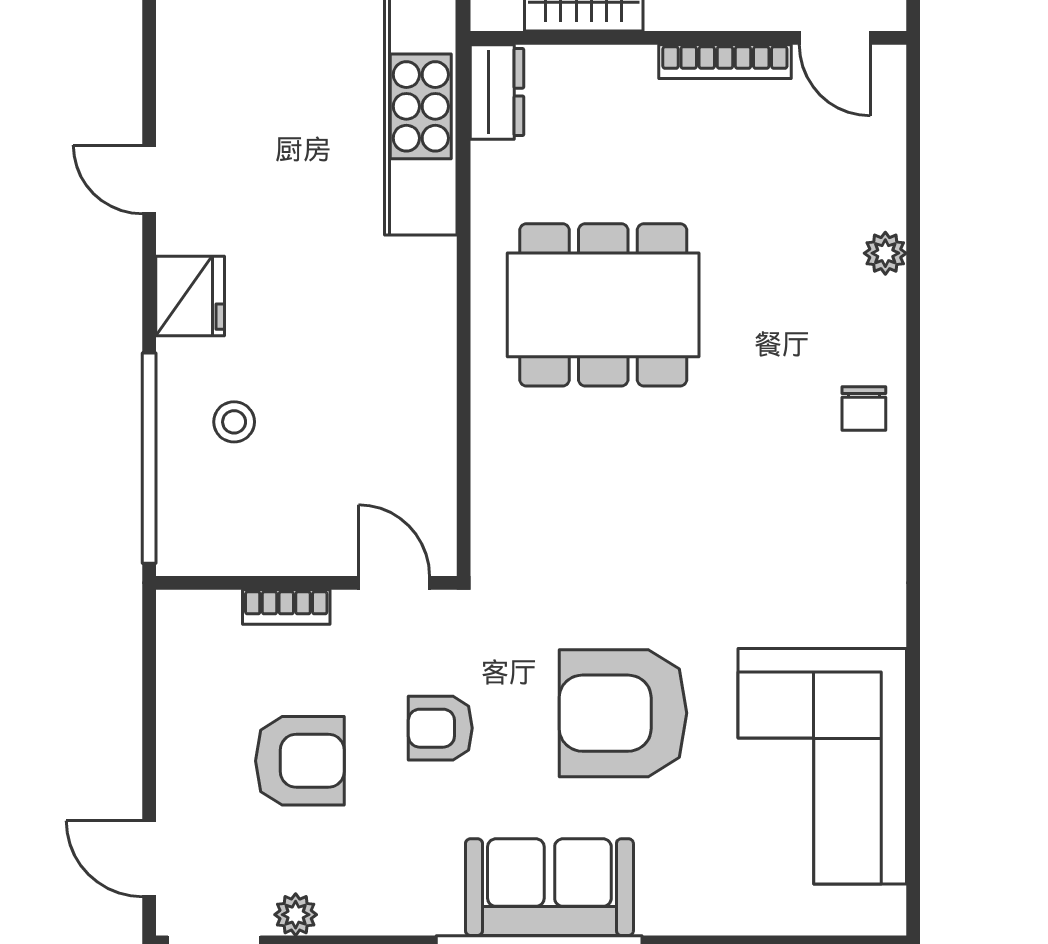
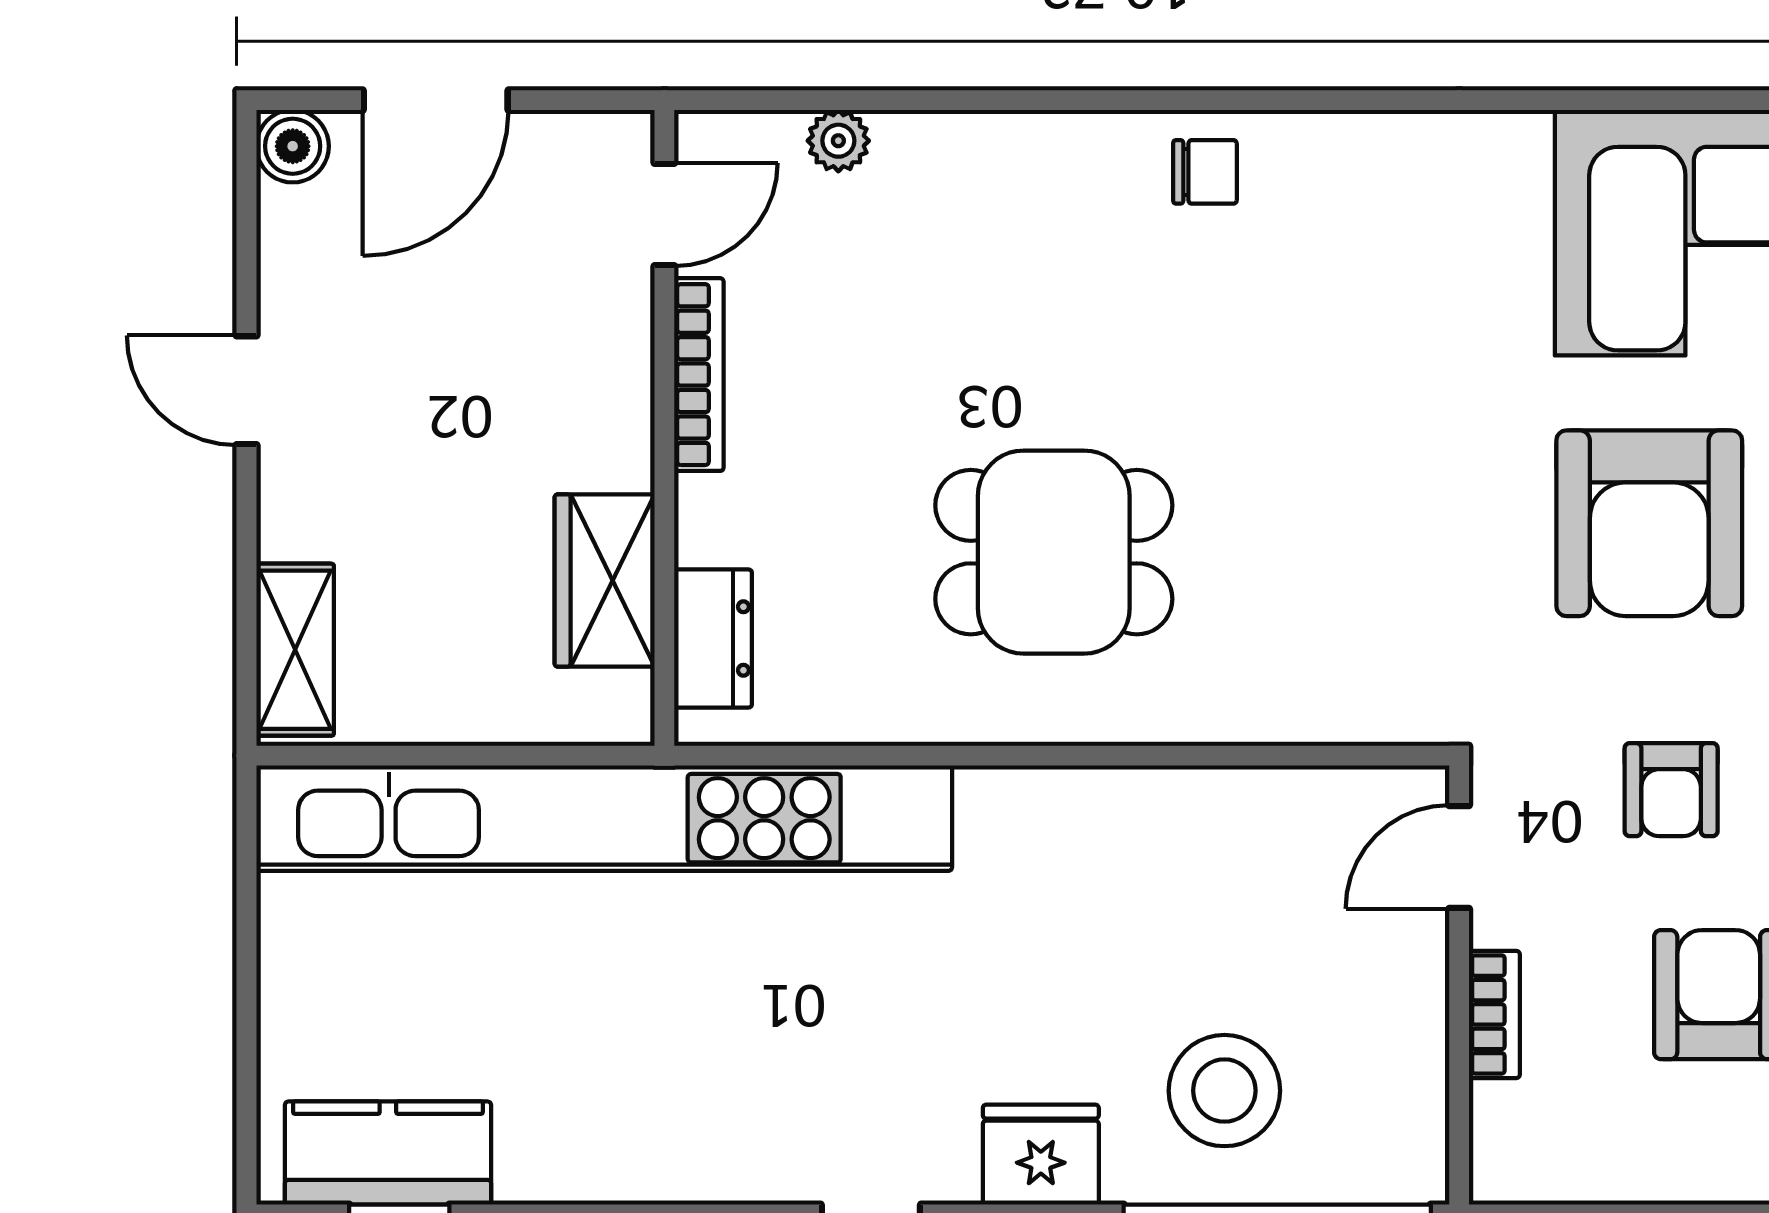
dresser: (497, 92) -> (713, 638), moved, turned 90
plant: (885, 253) -> (838, 141), moved
dining table: (603, 305) -> (1054, 552), width x0.73
stool: (234, 422) -> (1224, 1091), width x1.89, depth x1.89

